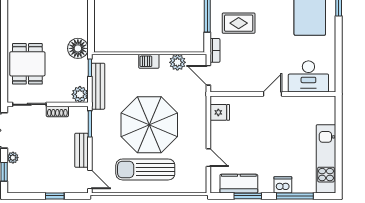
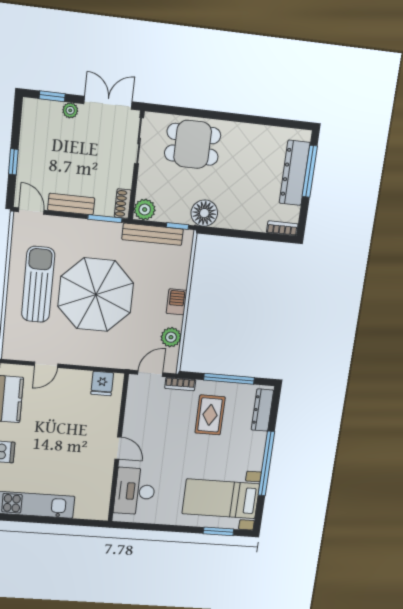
shoe rack: (57, 111) -> (123, 204), moved
door: (90, 180) -> (31, 211), swing flipped

